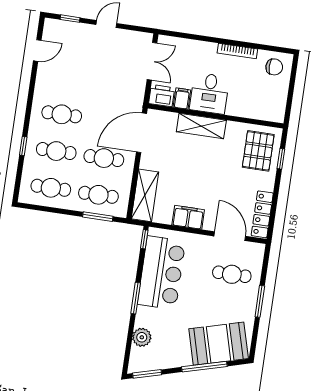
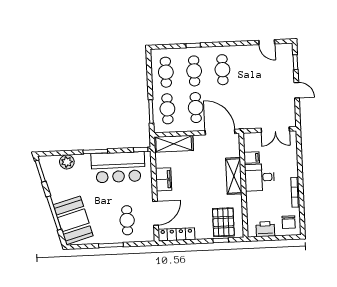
printer: (162, 96) -> (265, 229), moved, turned -90
pallet: (258, 151) -> (223, 222), turned 90

